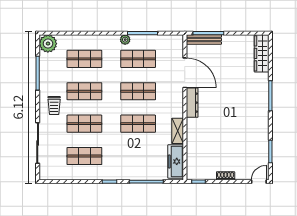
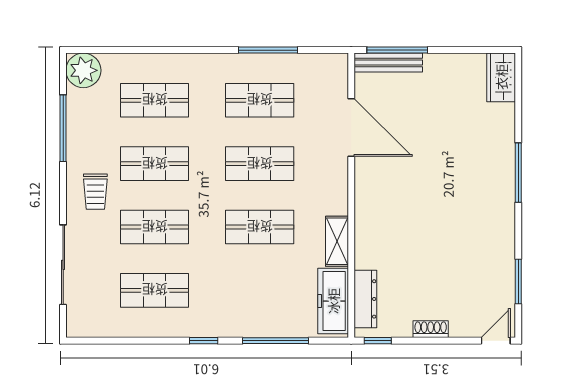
plant: (125, 40) -> (234, 63), removed
wardrobe: (262, 53) -> (501, 77), width x0.67
dresser: (192, 103) -> (365, 299), moved

